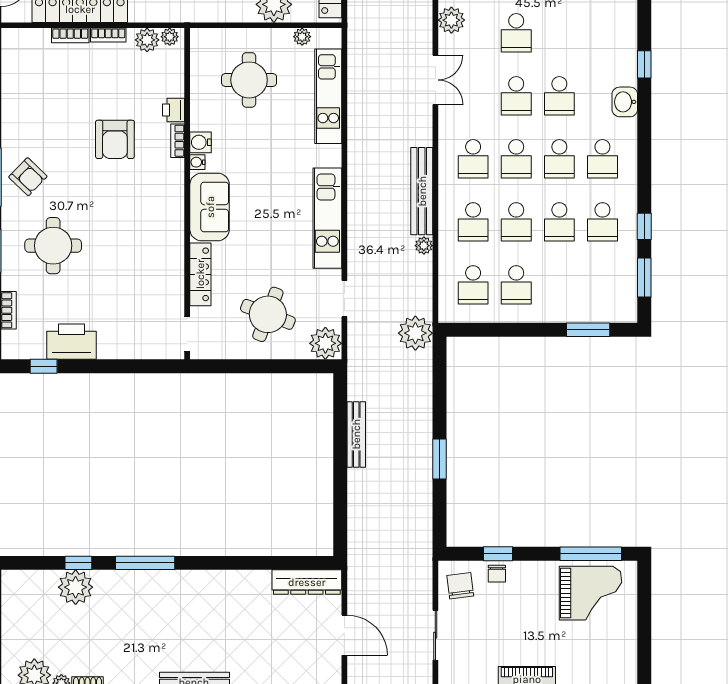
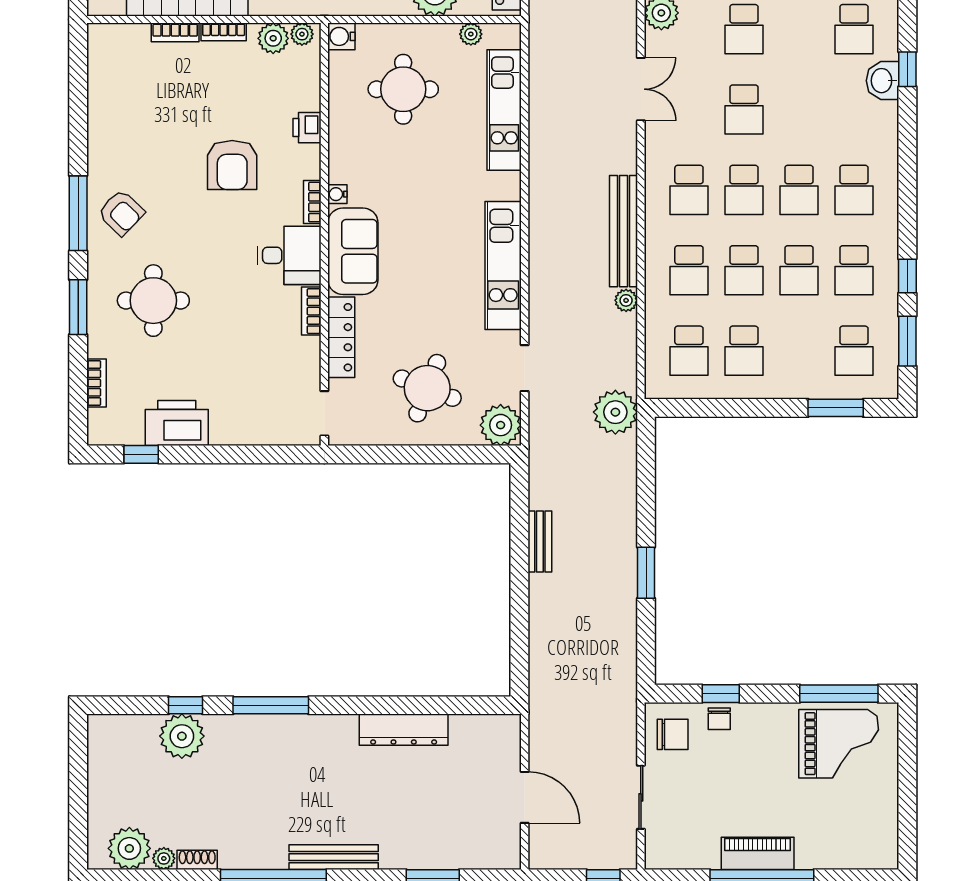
school desk: (559, 96) -> (854, 29), moved
washbasin: (625, 102) -> (882, 81), moved
bookcase: (178, 141) -> (312, 202), moved
water cooler: (201, 142) -> (341, 36), moved
desk: (160, 210) -> (289, 255), added
bookcase: (177, 254) -> (311, 311), added
school desk: (602, 285) -> (854, 351), added
bench: (356, 434) -> (540, 541), width x0.73
dresser: (307, 582) -> (404, 730), moved
chair: (460, 586) -> (673, 734), turned 97

